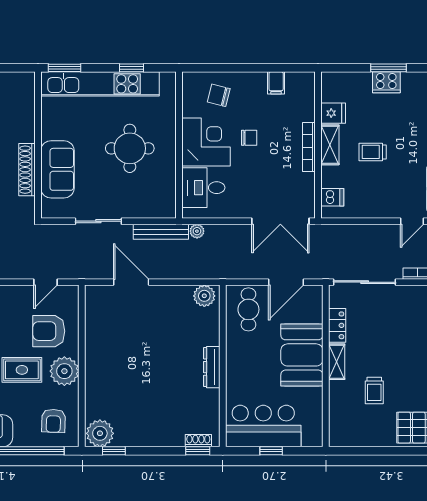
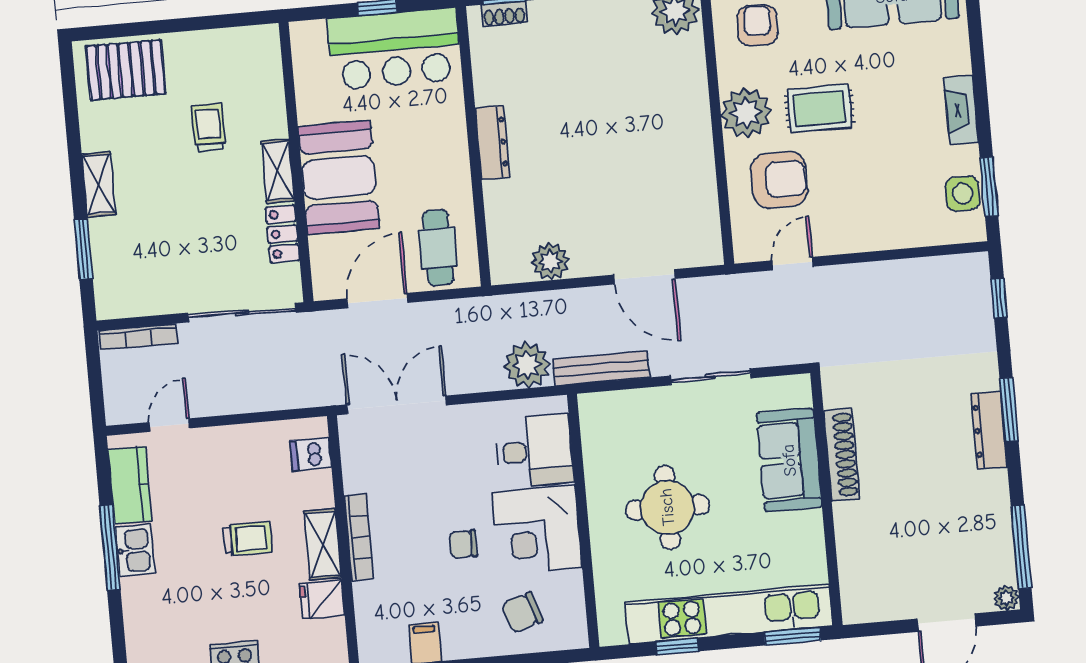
chair: (219, 95) -> (522, 613), turned 148
plant: (197, 231) -> (527, 365), width x1.88, depth x1.88
plant: (204, 296) -> (550, 261), moved

